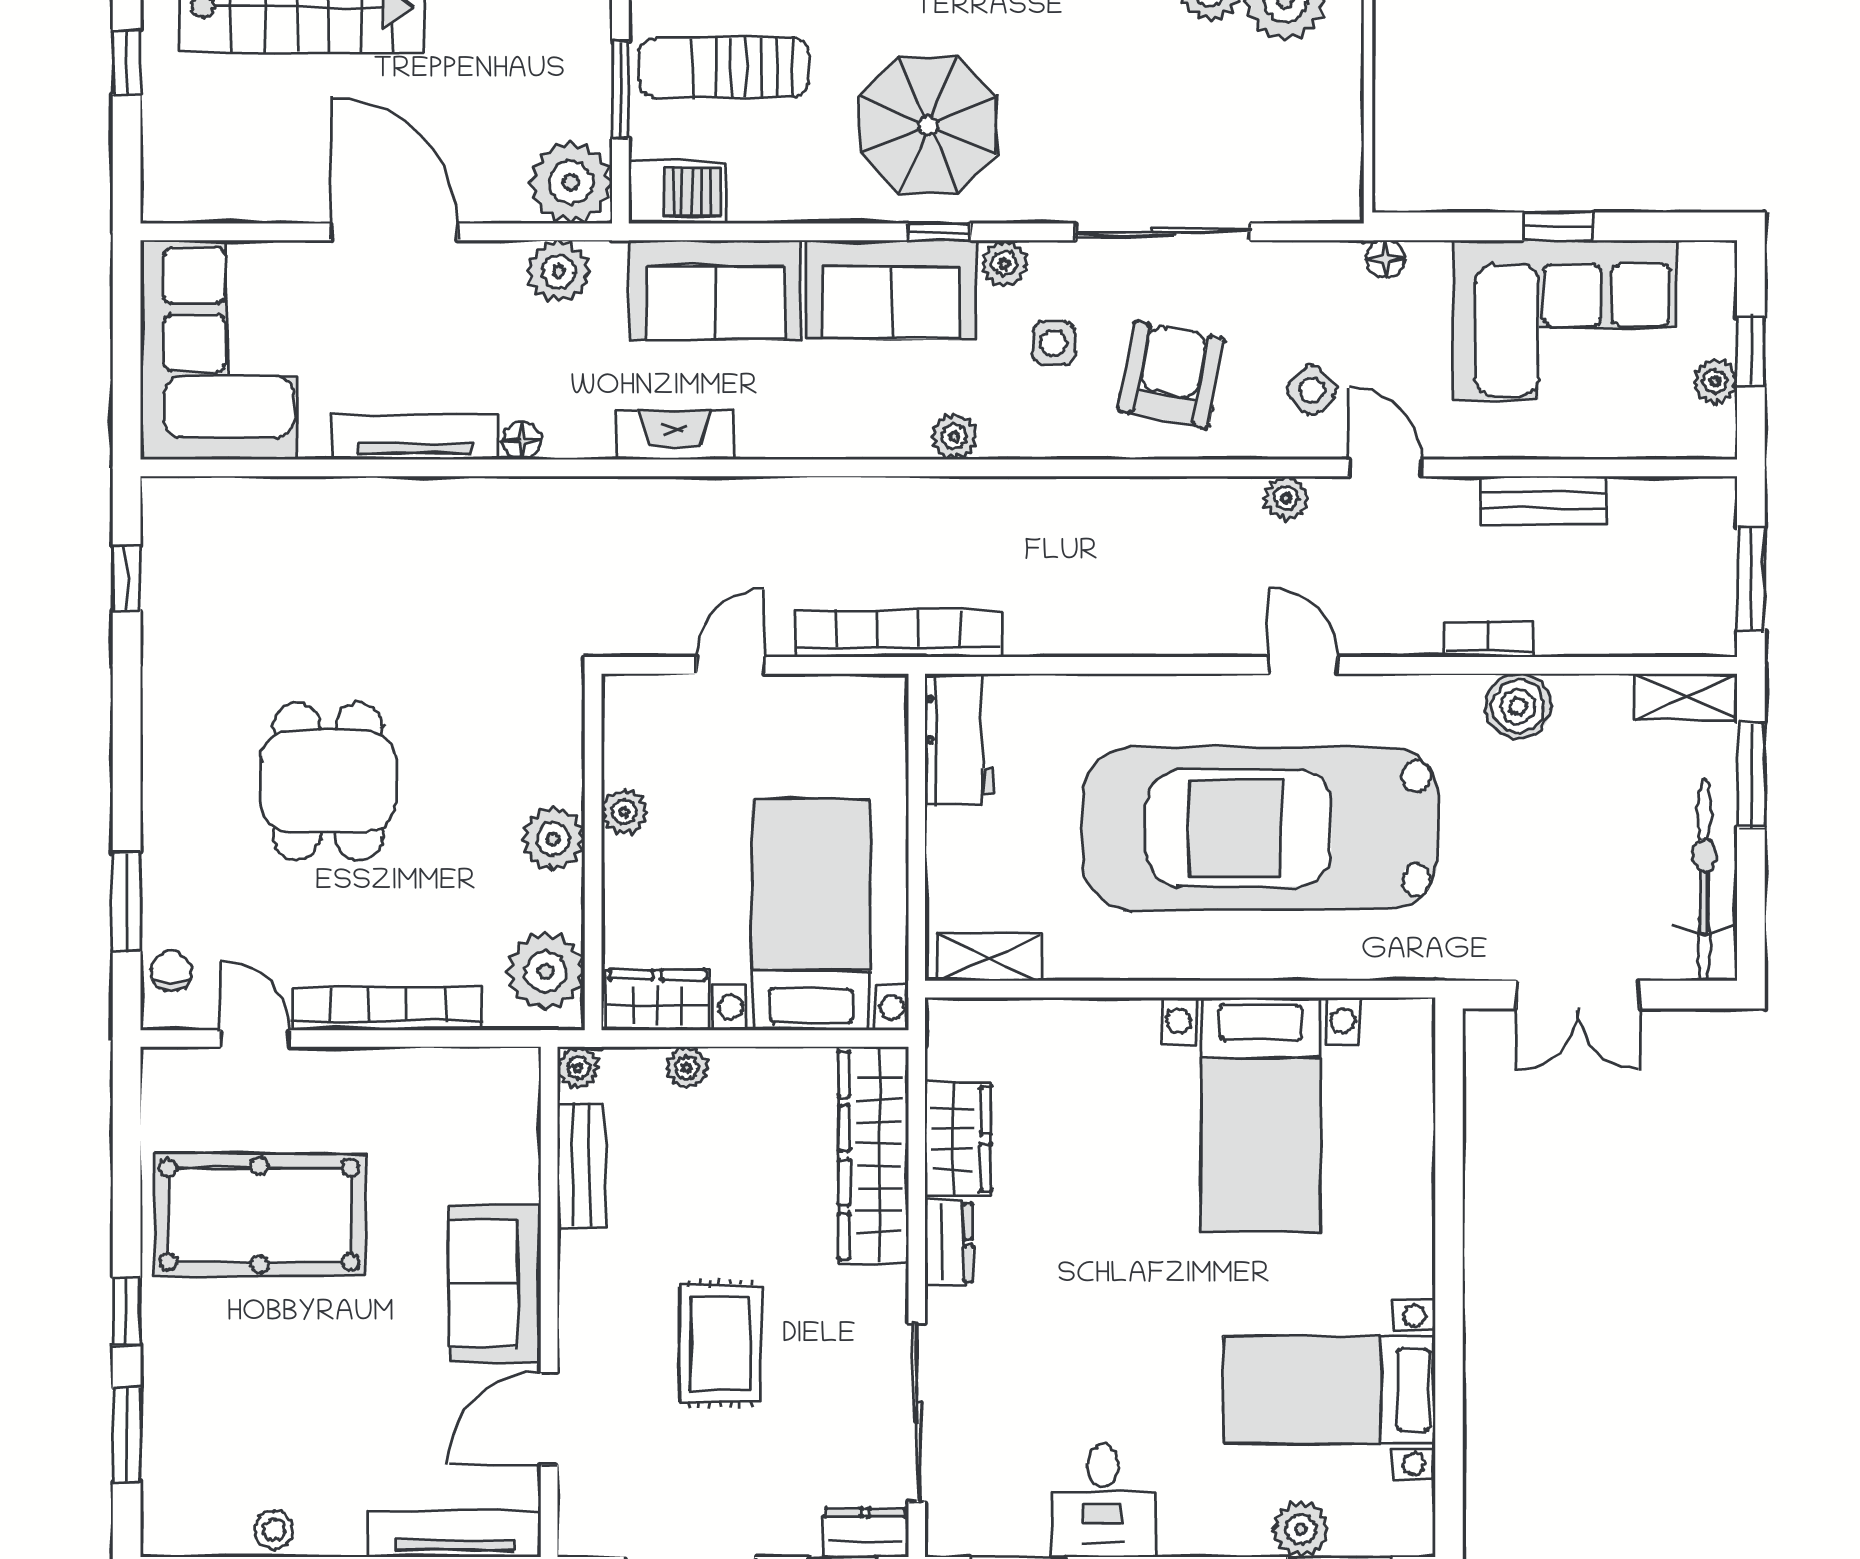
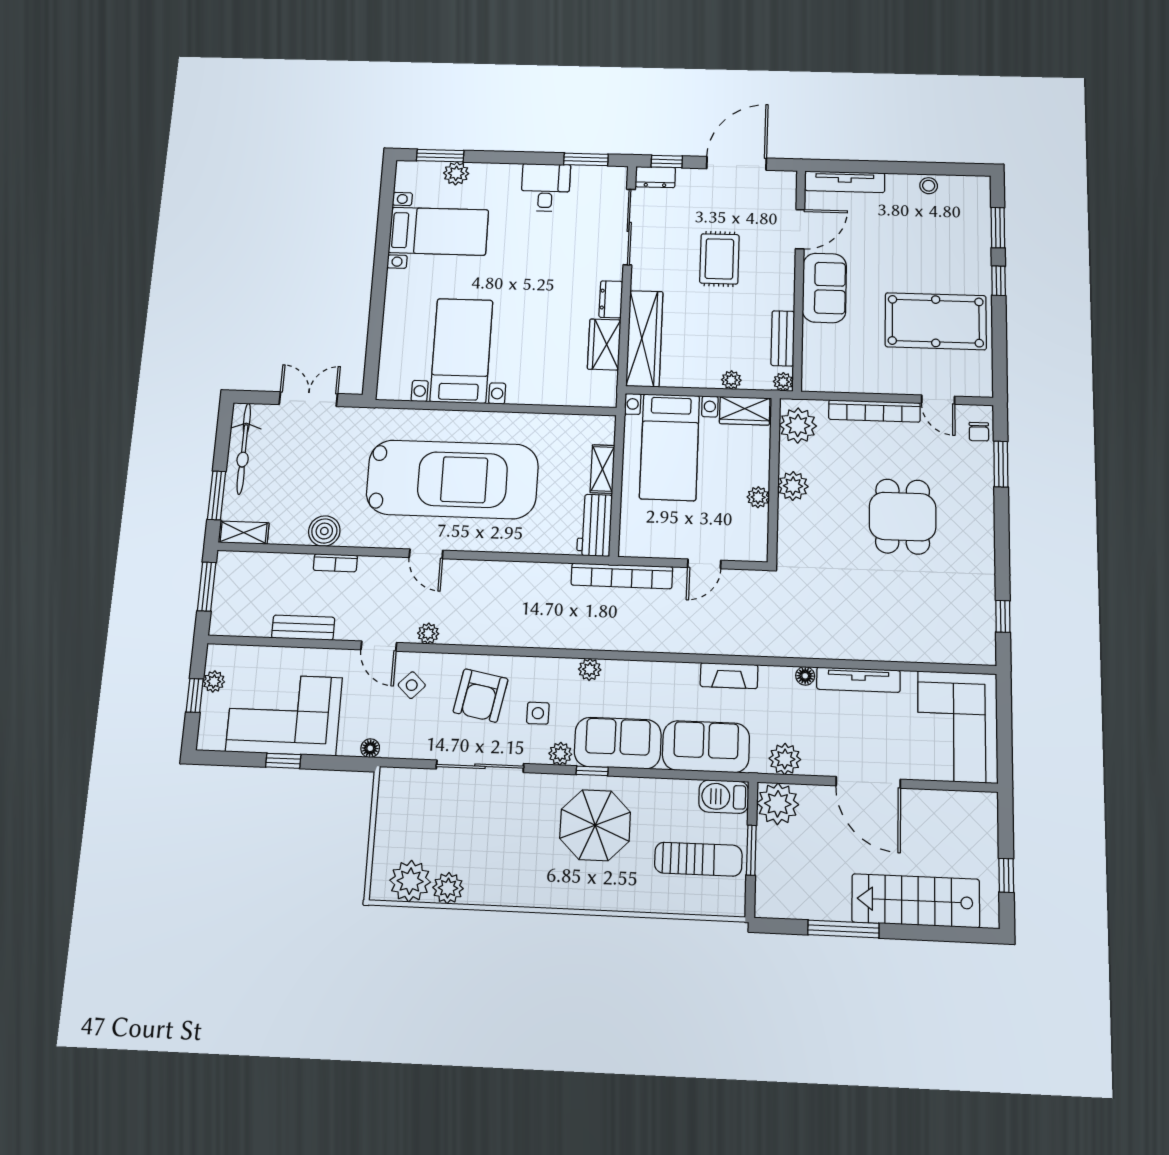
shelving: (989, 957) -> (603, 469), moved, turned 90

